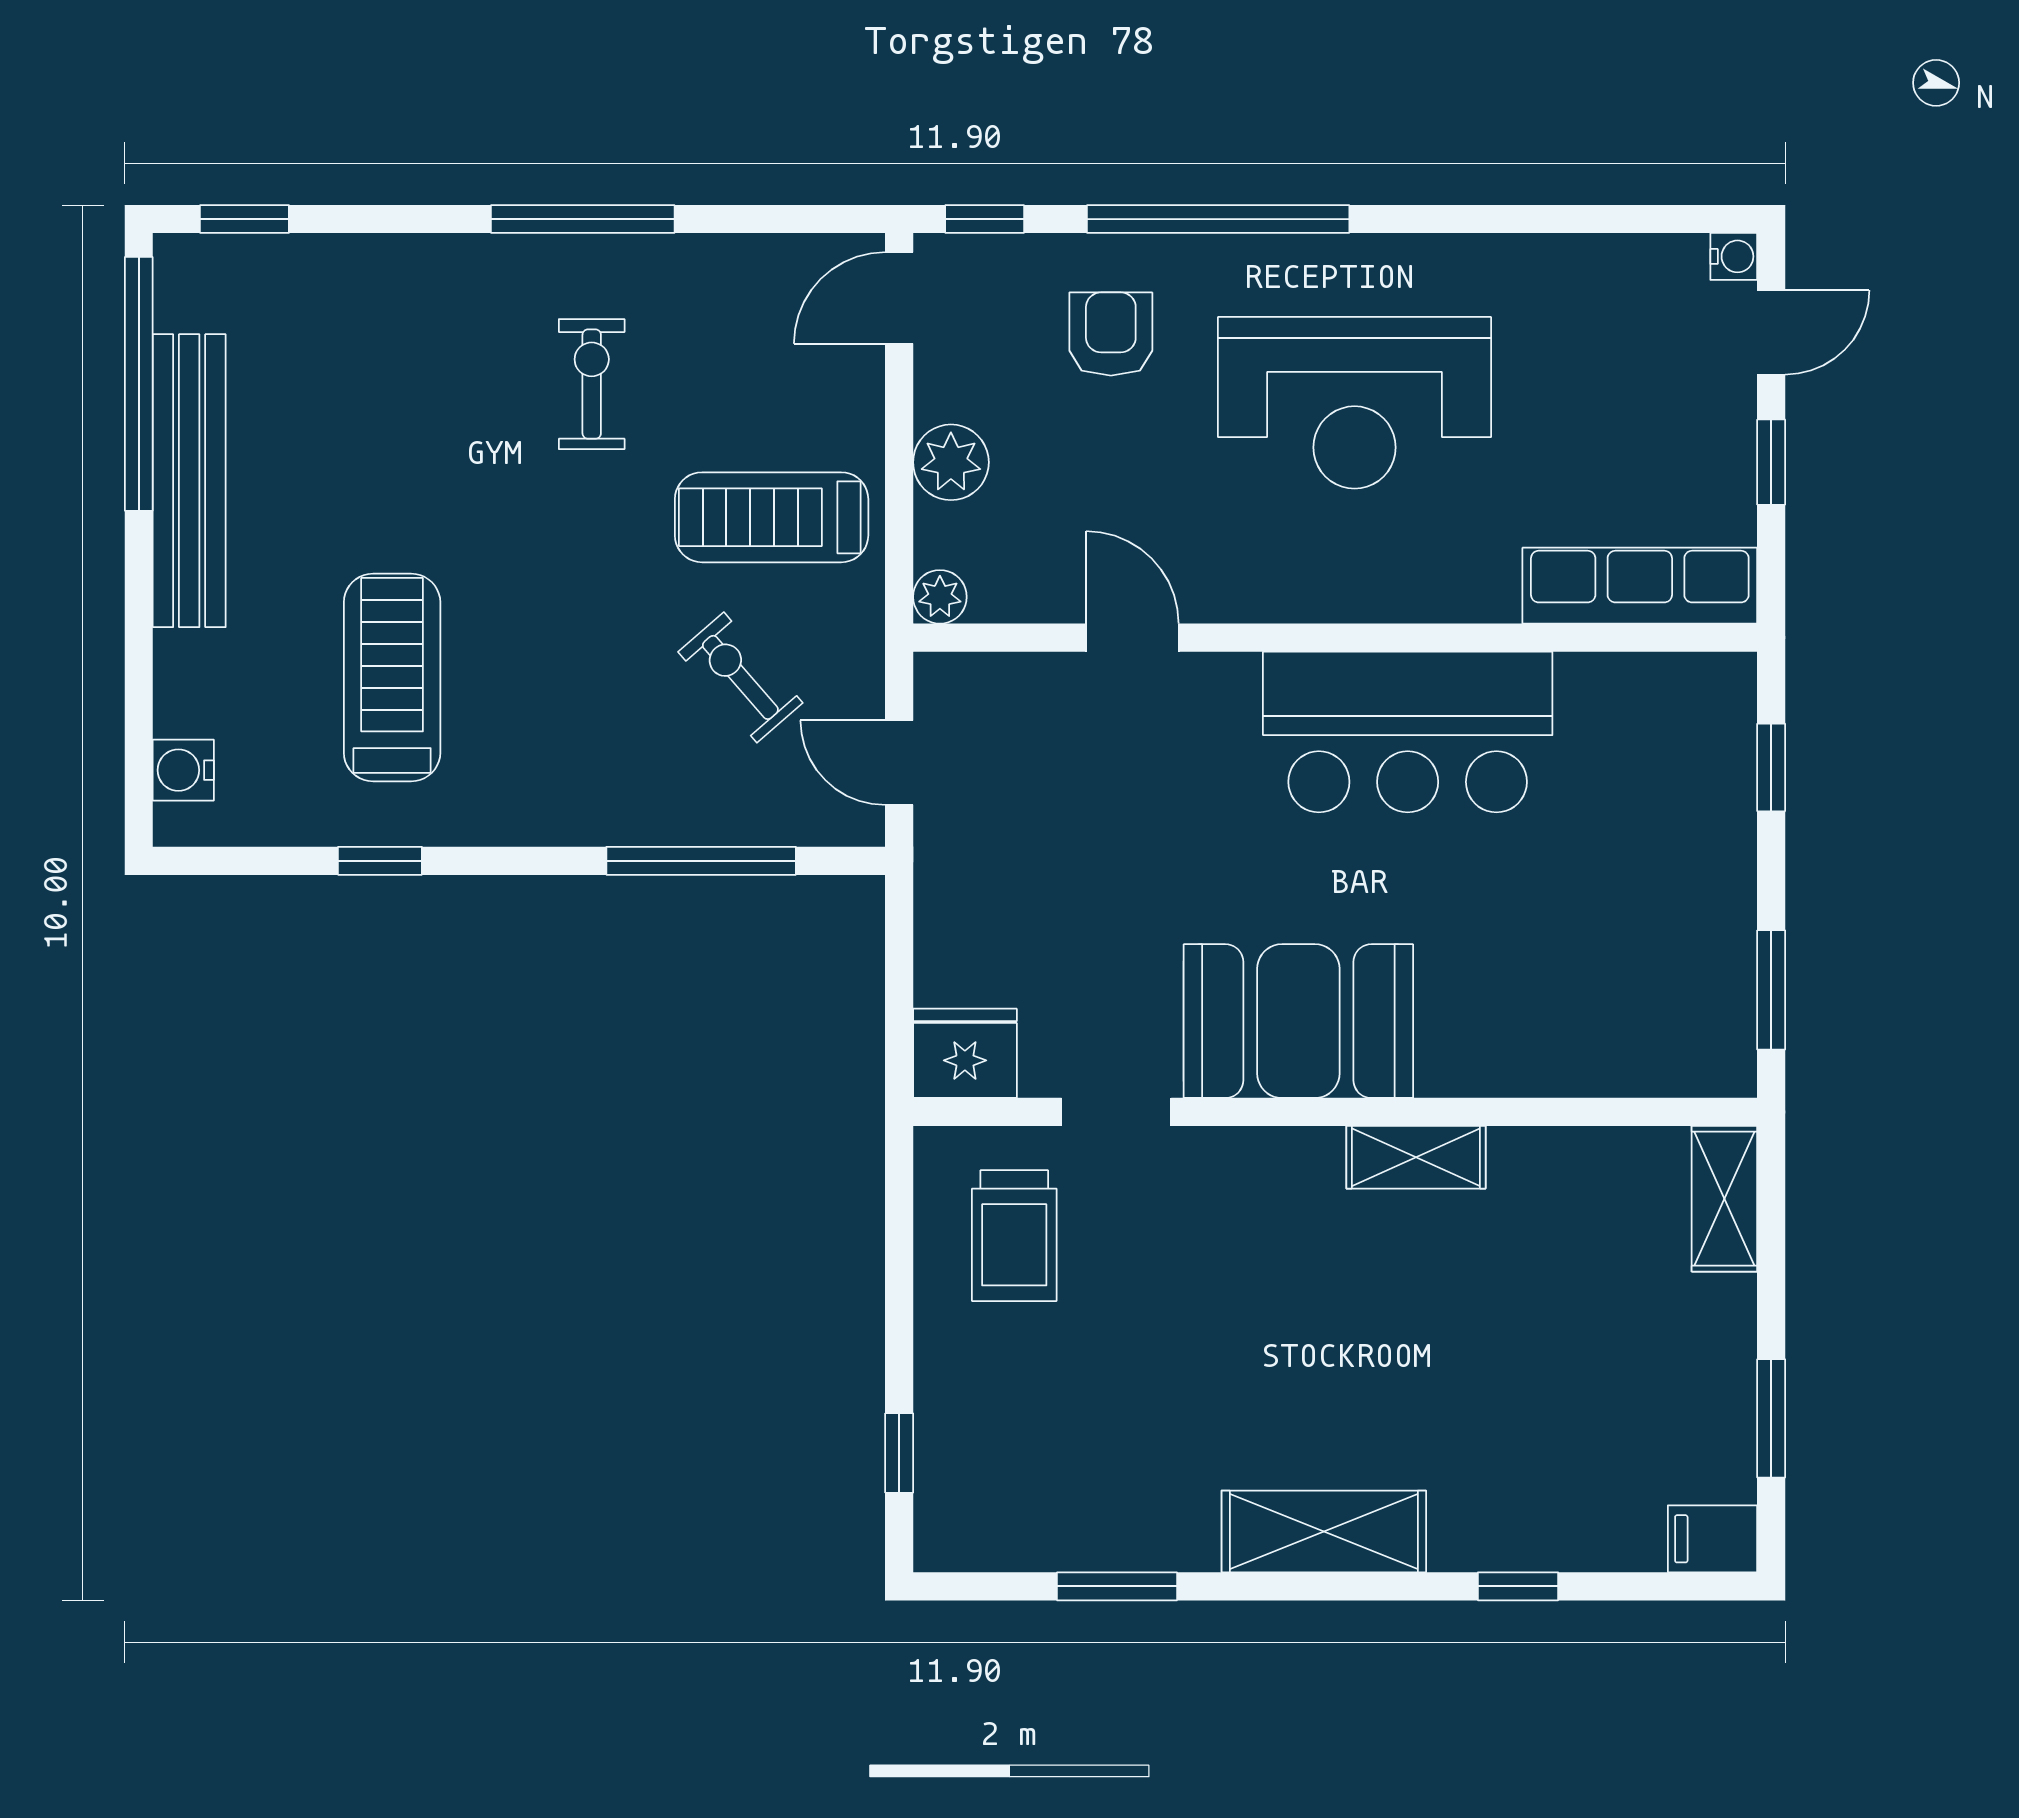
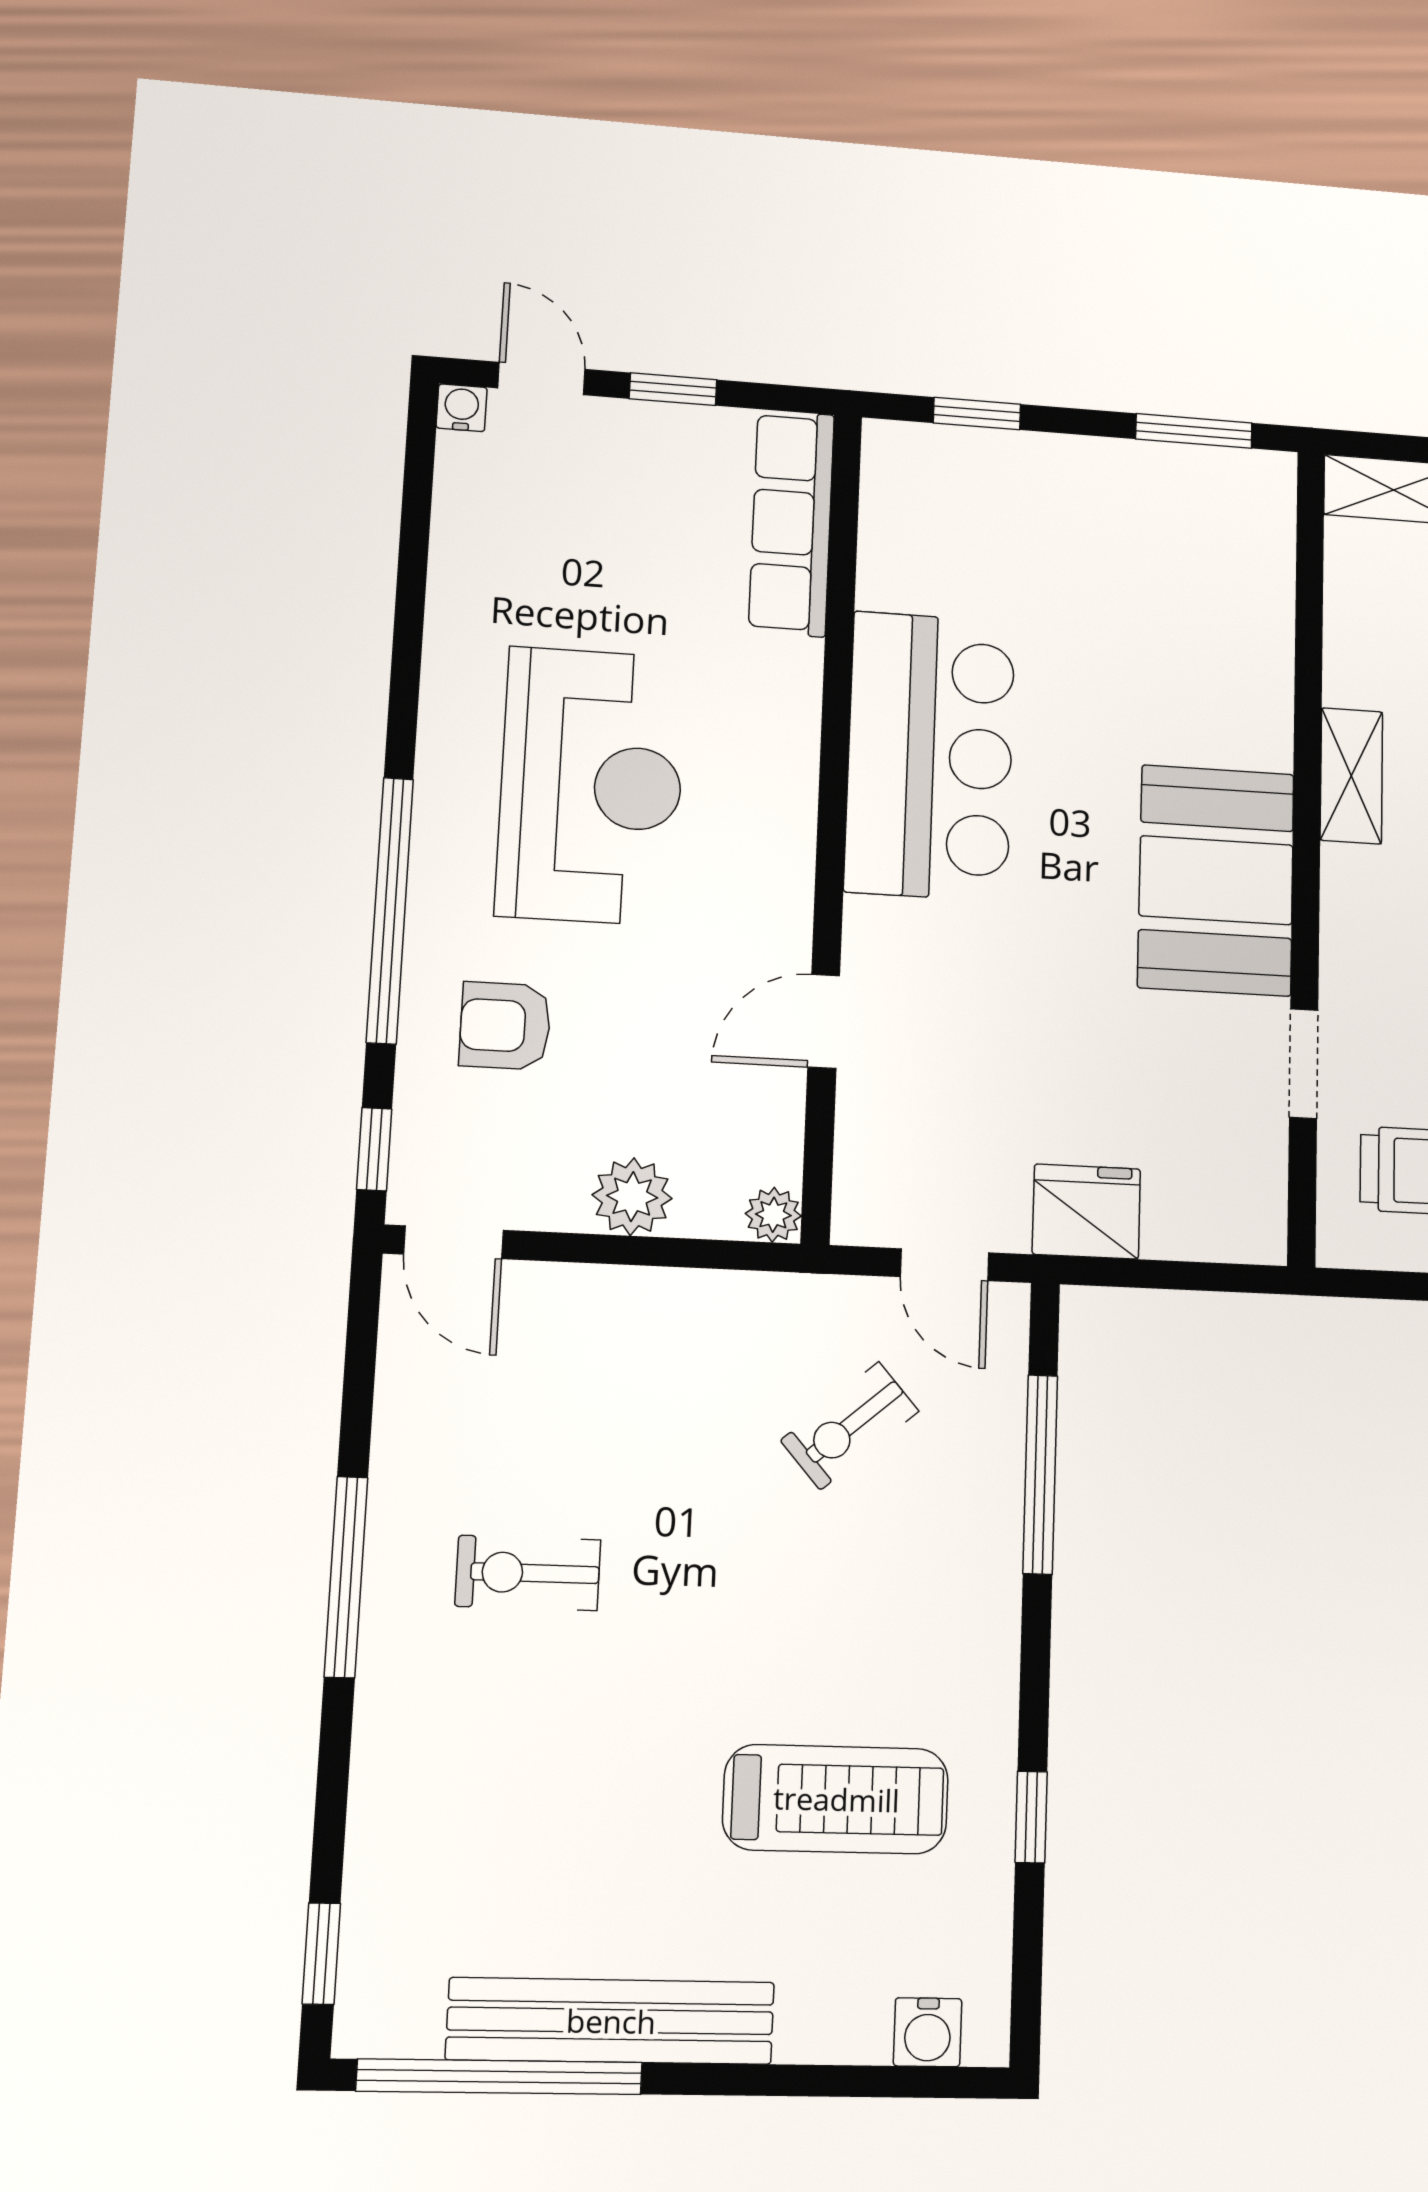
treadmill: (772, 517) -> (681, 1386), removed
treadmill: (392, 678) -> (836, 1799), turned 180
door: (899, 763) -> (944, 1265), hinge flipped
fridge: (965, 1053) -> (1086, 1211), moved, turned 90

